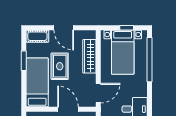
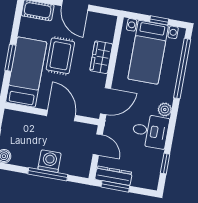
wardrobe: (89, 56) -> (101, 57), width x0.67
window: (24, 61) -> (10, 58), moved
plant: (142, 91) -> (165, 110), added

